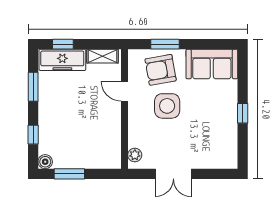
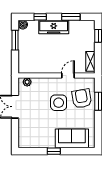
freezer: (62, 60) -> (54, 27), moved, turned -90
sofa: (212, 64) -> (72, 138), moved, turned 90

